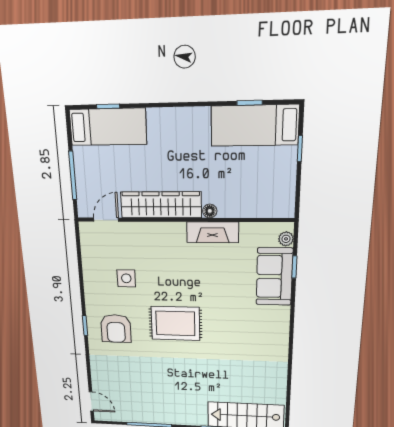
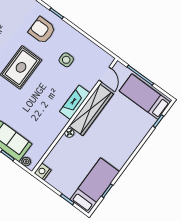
bed: (108, 127) -> (145, 97), moved, turned 90
nightstand: (284, 209) -> (43, 172), added
fireplace: (213, 232) -> (75, 102), moved

